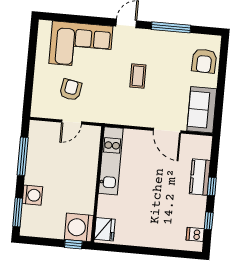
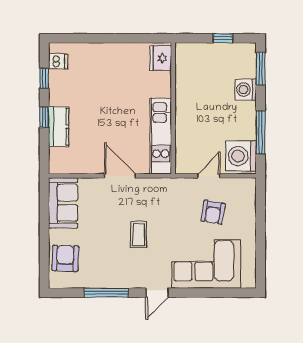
door: (167, 131) -> (120, 176), moved
washing machine: (79, 227) -> (241, 156), moved, turned 180
window: (73, 244) -> (223, 38), moved

